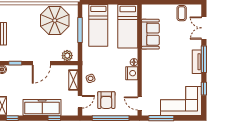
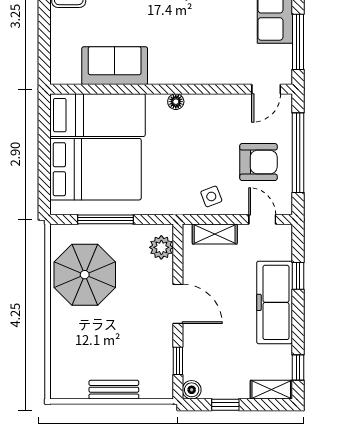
bed: (98, 25) -> (95, 169), width x1.50
nightstand: (132, 73) -> (200, 106), removed

